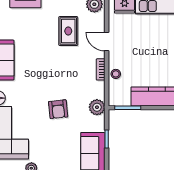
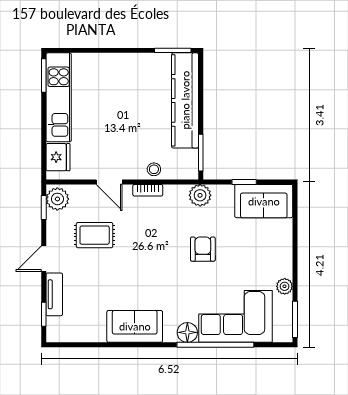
door: (107, 42) -> (109, 182), hinge flipped
armchair: (58, 109) -> (203, 249), turned -84

